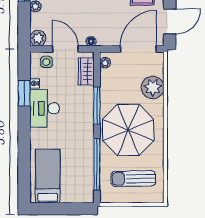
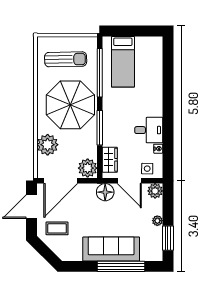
floor lamp: (91, 41) -> (105, 192), width x1.89, depth x1.89
plant: (105, 63) -> (88, 168), width x1.88, depth x1.88
window: (24, 93) -> (168, 139), removed
desk: (45, 108) -> (149, 130), width x0.73
bed: (48, 176) -> (123, 62), moved

